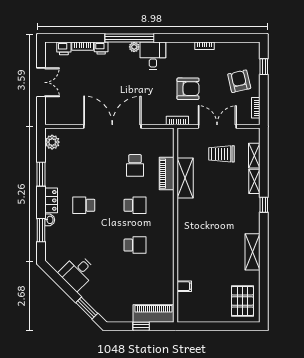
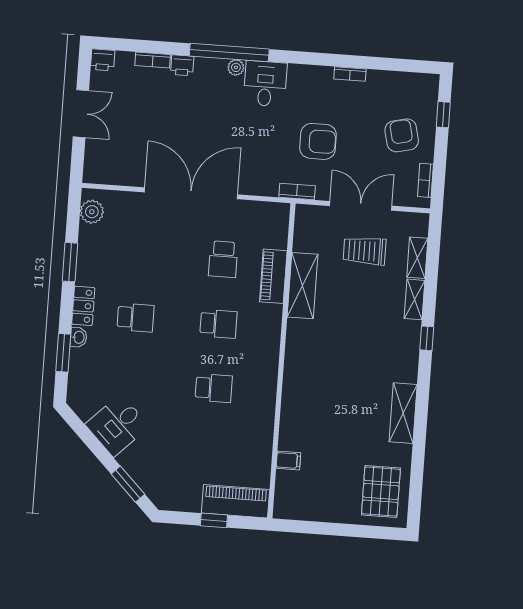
printer: (64, 48) -> (103, 60), moved
school desk: (84, 205) -> (136, 318), turned 180

